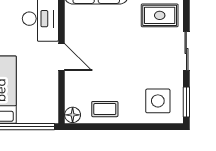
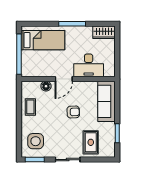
armchair: (113, 42) -> (73, 112), added
floor lamp: (73, 115) -> (46, 86), moved

